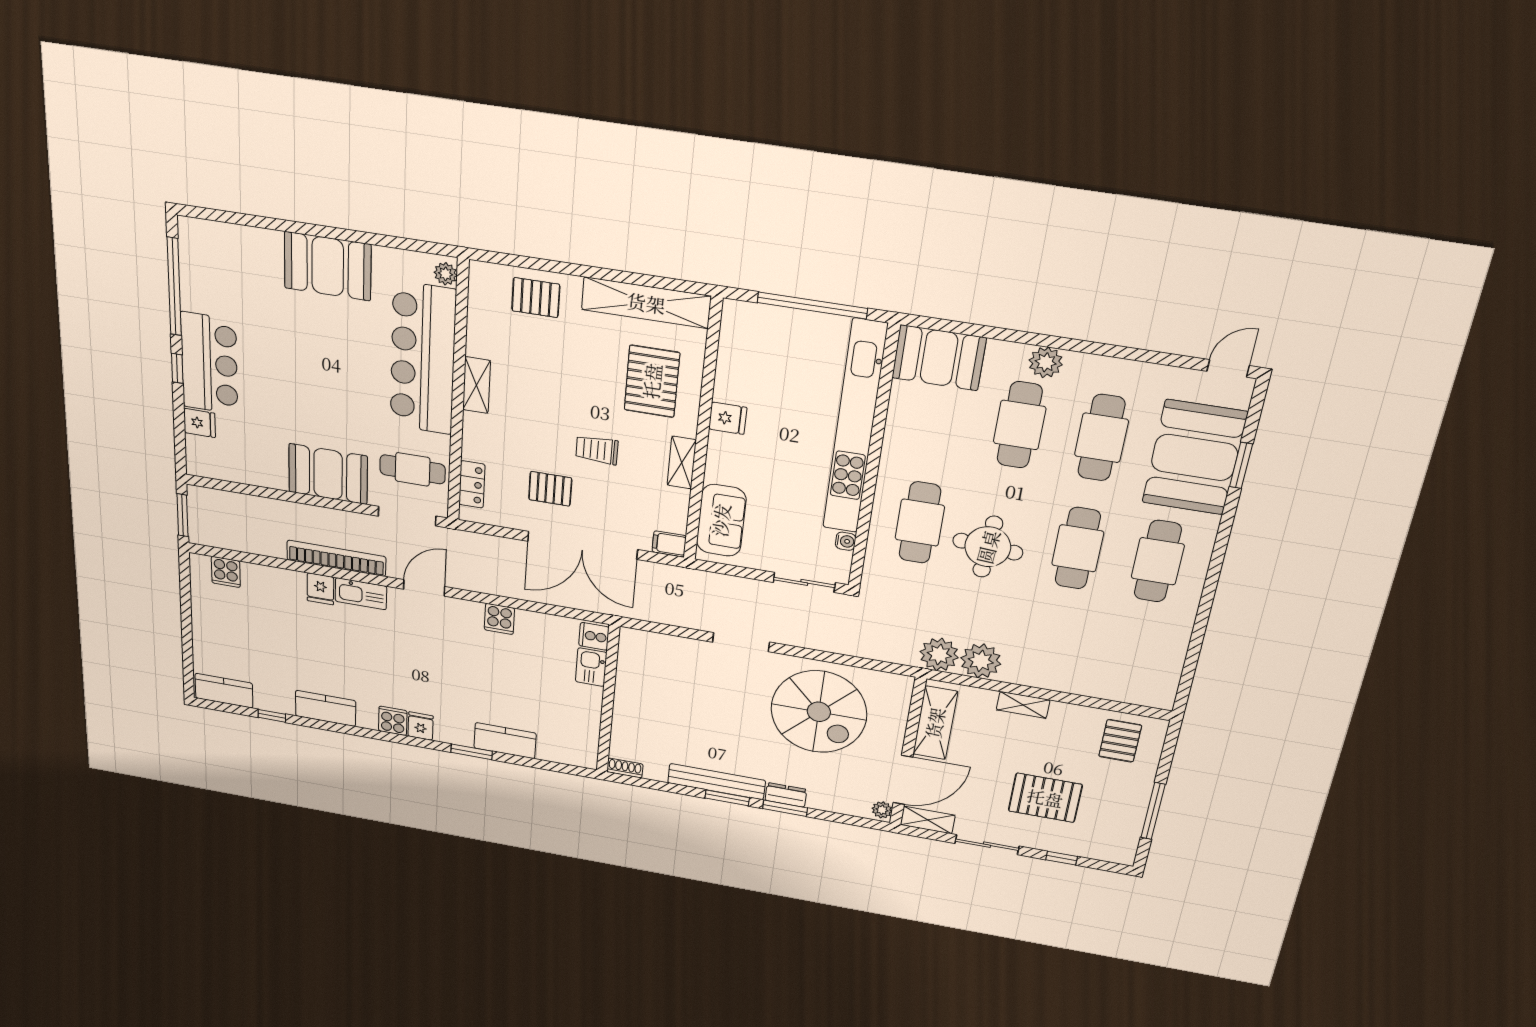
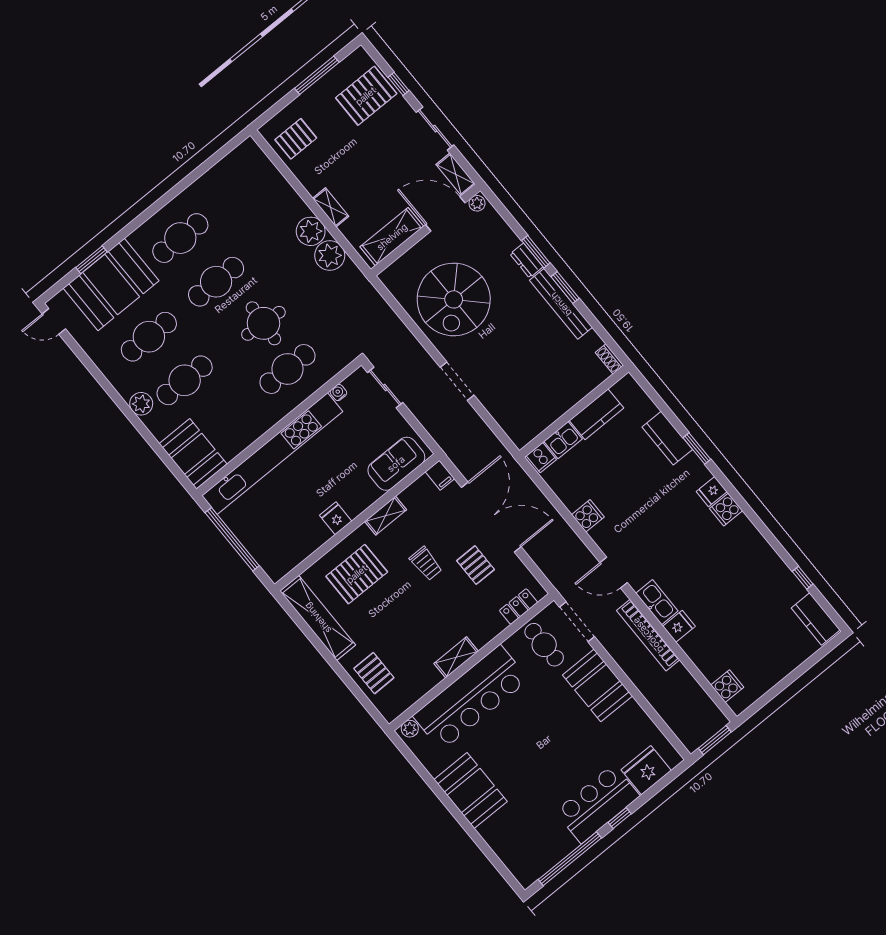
fridge: (200, 423) -> (646, 770), width x1.88, depth x1.34
plant: (939, 655) -> (311, 231), moved
kitchen counter: (326, 708) -> (597, 414), moved, turned -90
spiral stairs: (819, 712) -> (454, 299), turned 180
pallet: (1045, 798) -> (366, 96), moved, turned 90

